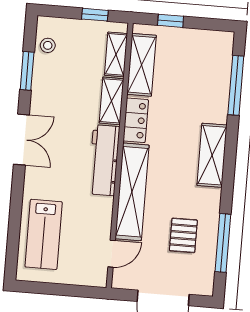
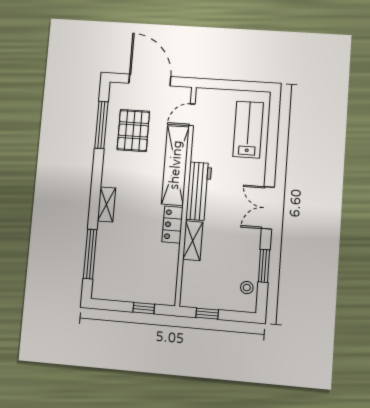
shelving: (116, 54) -> (189, 280), removed
shelving: (142, 65) -> (168, 271), removed
shelving: (212, 155) -> (107, 204), width x0.67, depth x0.75
pallet: (183, 235) -> (133, 131), width x1.50, depth x1.42

